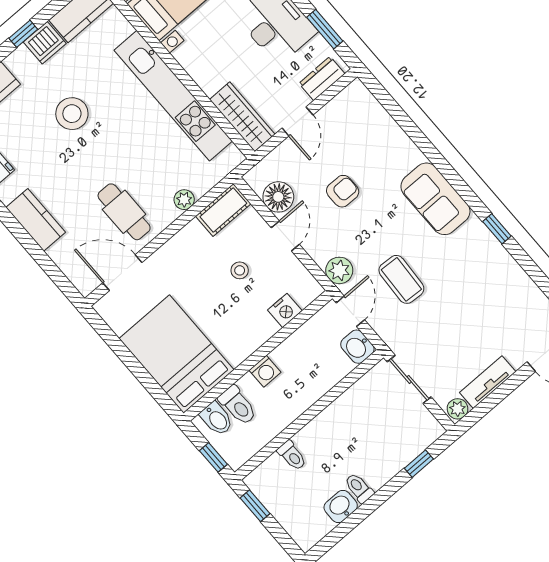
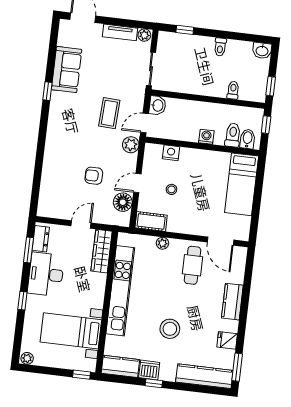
dresser: (322, 79) -> (41, 239), moved, turned -90
sofa: (435, 199) -> (67, 70), moved
bed: (176, 354) -> (242, 184), width x0.67
washbasin: (341, 506) -> (262, 51), moved

